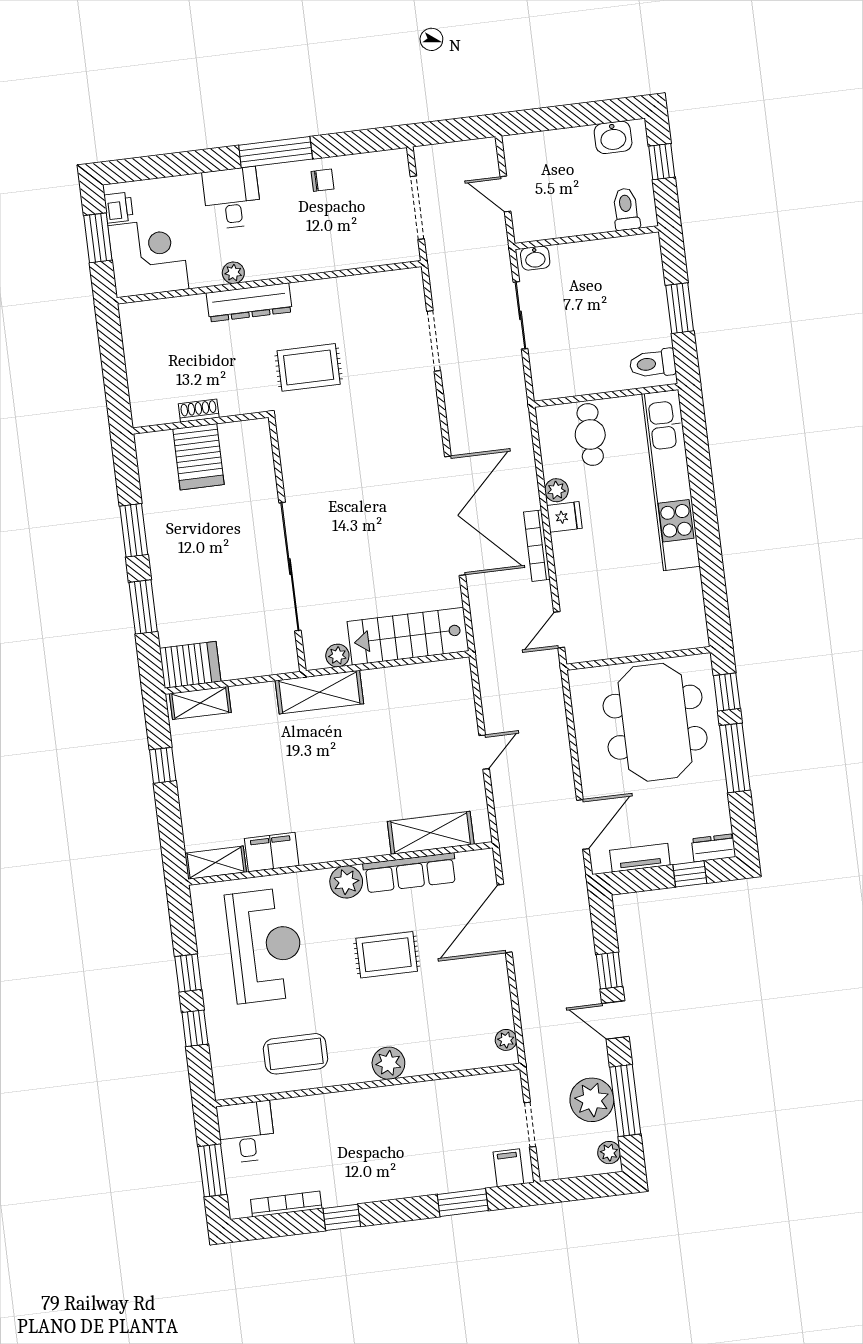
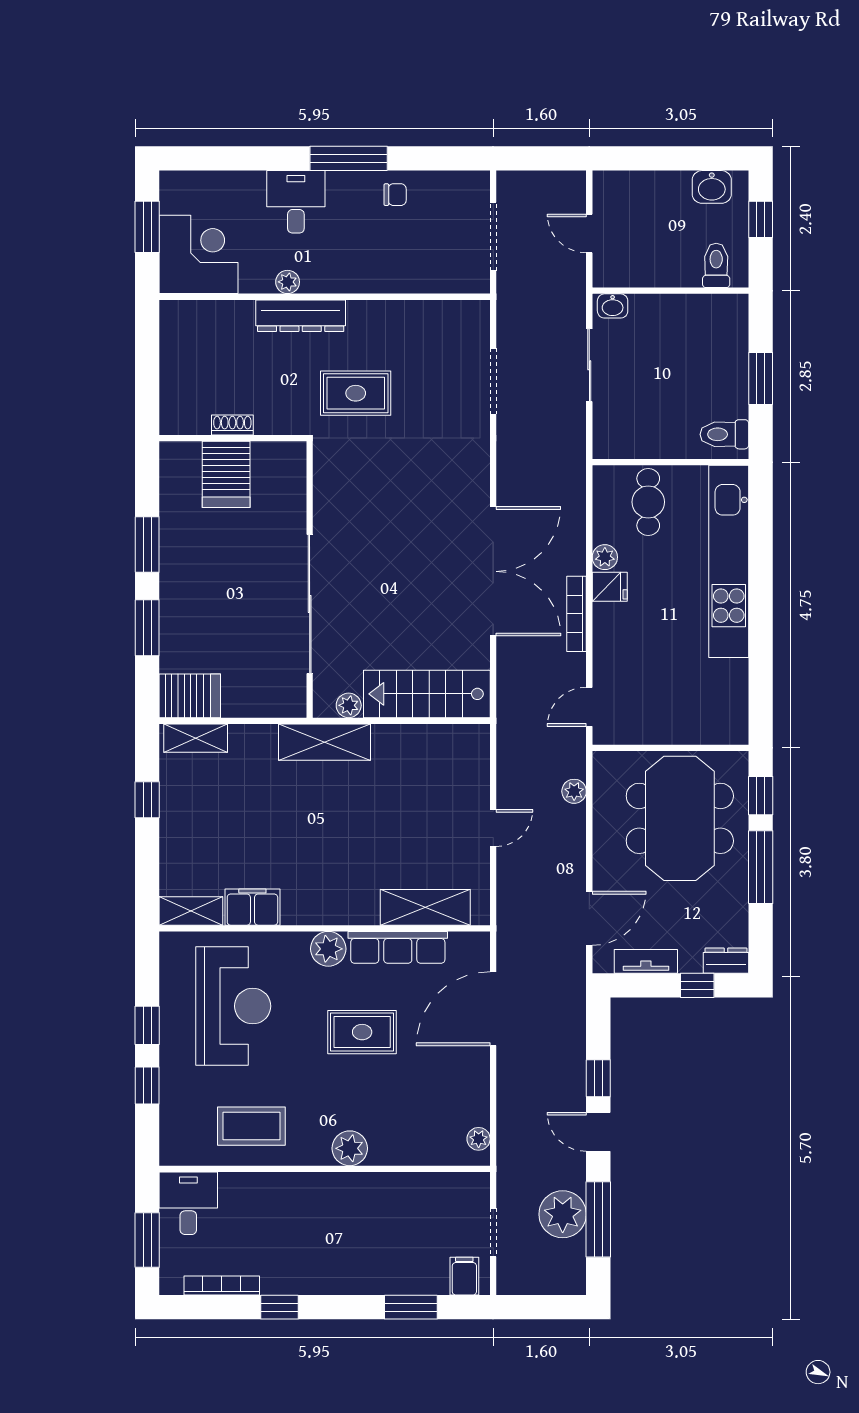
printer: (119, 208) -> (173, 197), removed
plant: (609, 1153) -> (574, 791), moved

